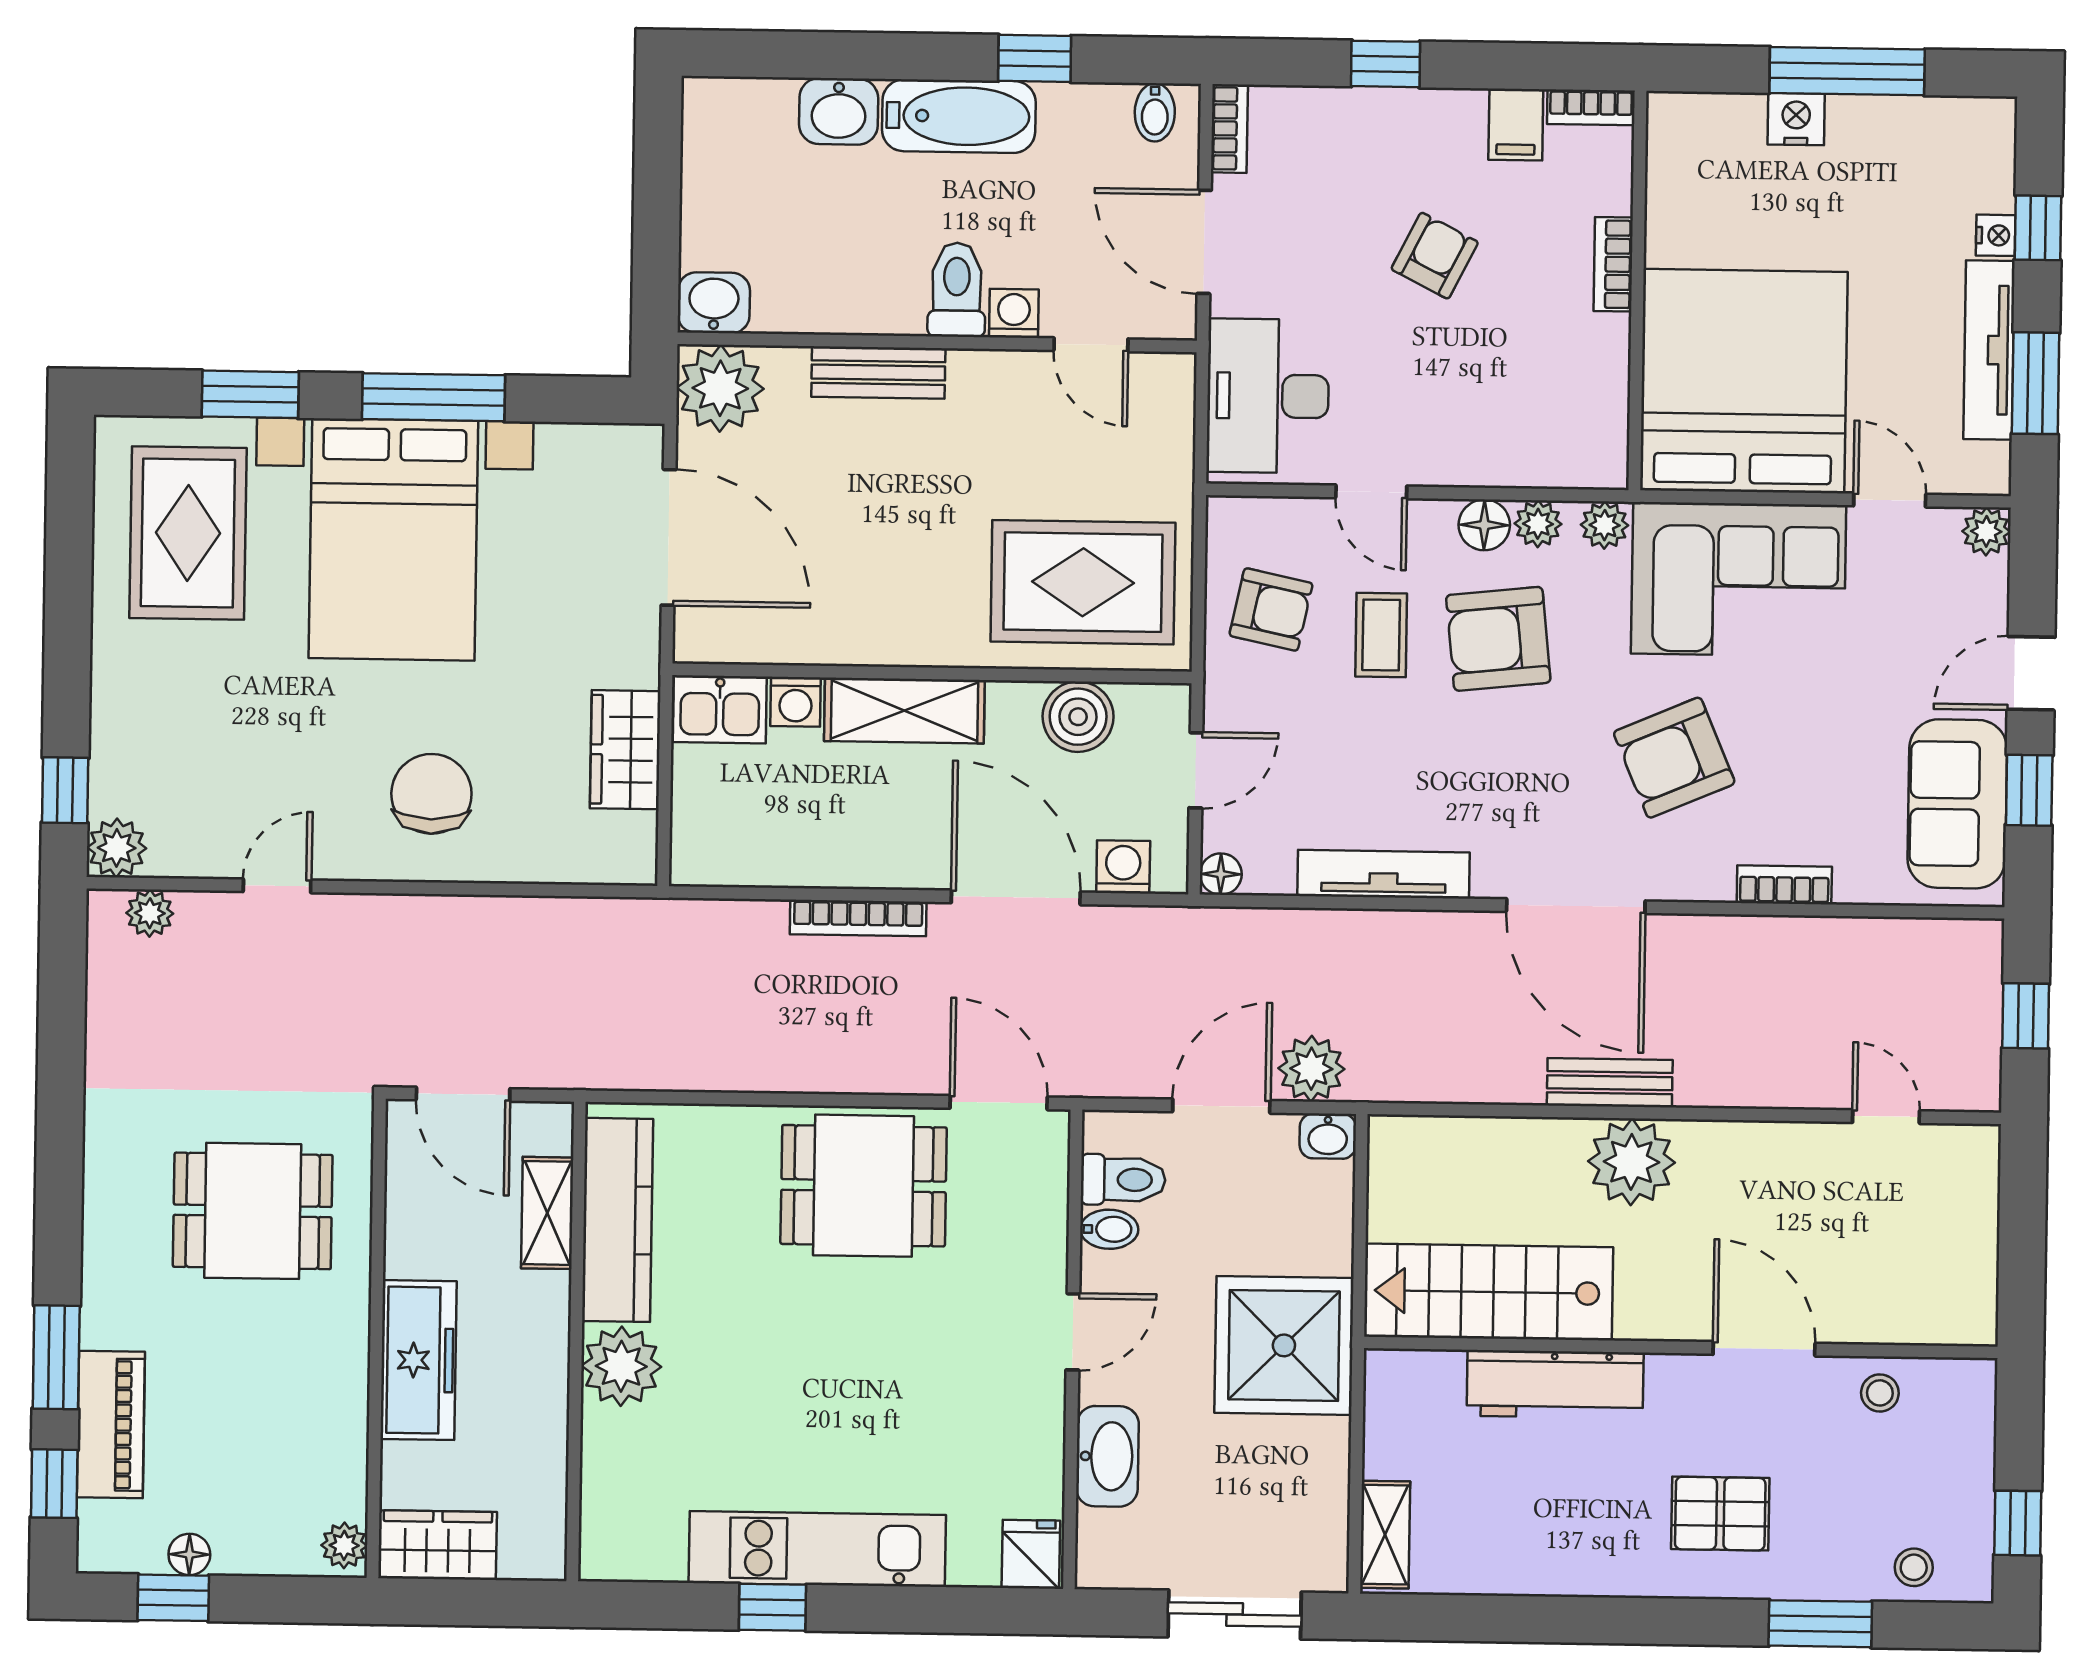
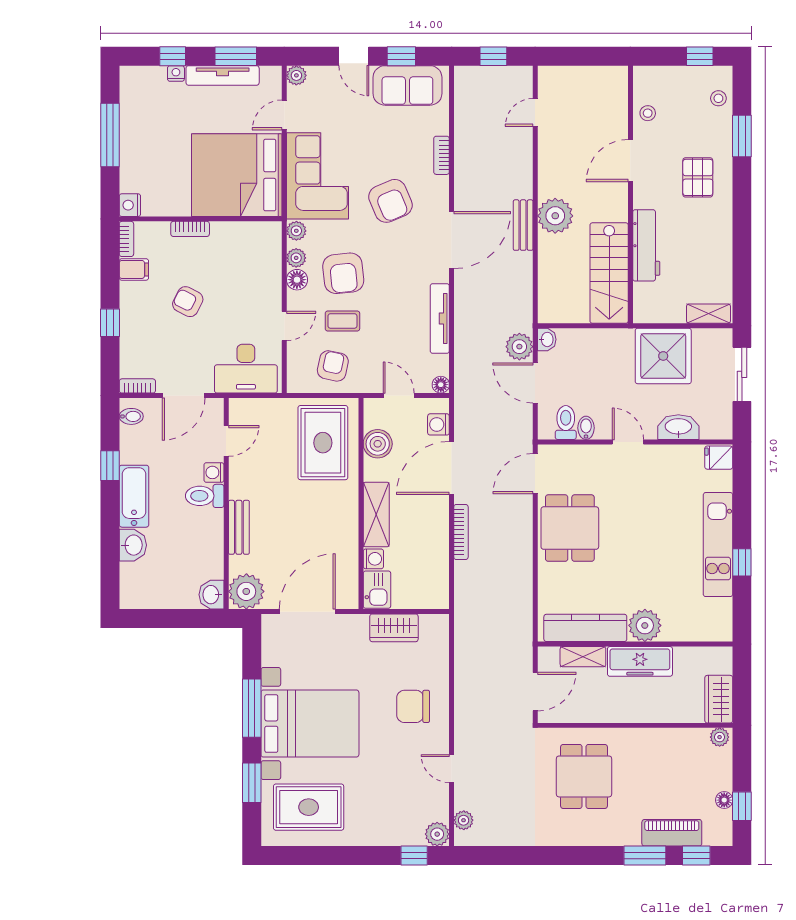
nightstand: (1796, 119) -> (130, 205), moved
shower: (1284, 1345) -> (663, 356), moved
freezer: (419, 1360) -> (640, 661), moved, turned 180

